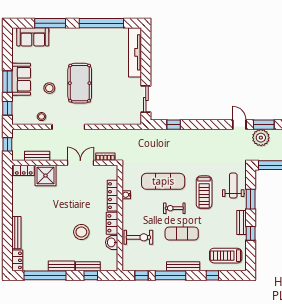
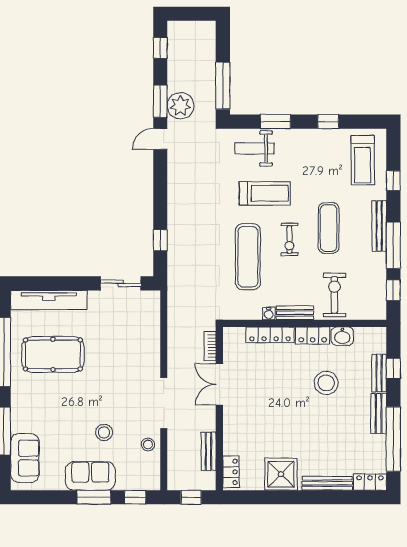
pool table: (80, 83) -> (53, 354), moved
shower: (45, 176) -> (281, 474), moved
bench: (242, 222) -> (295, 313), moved

